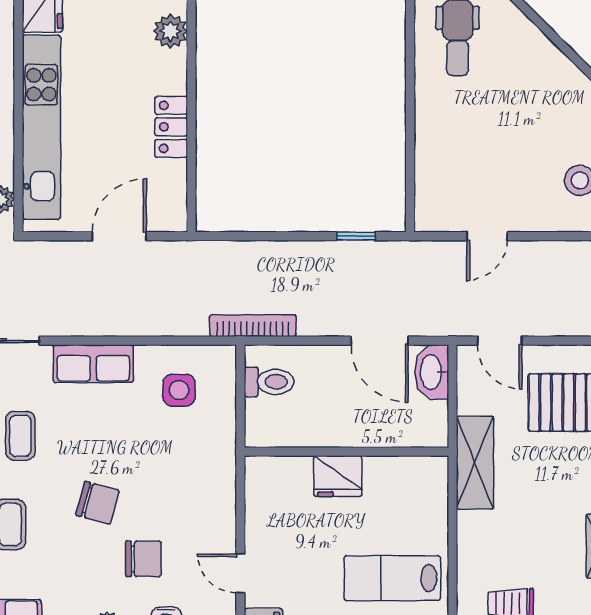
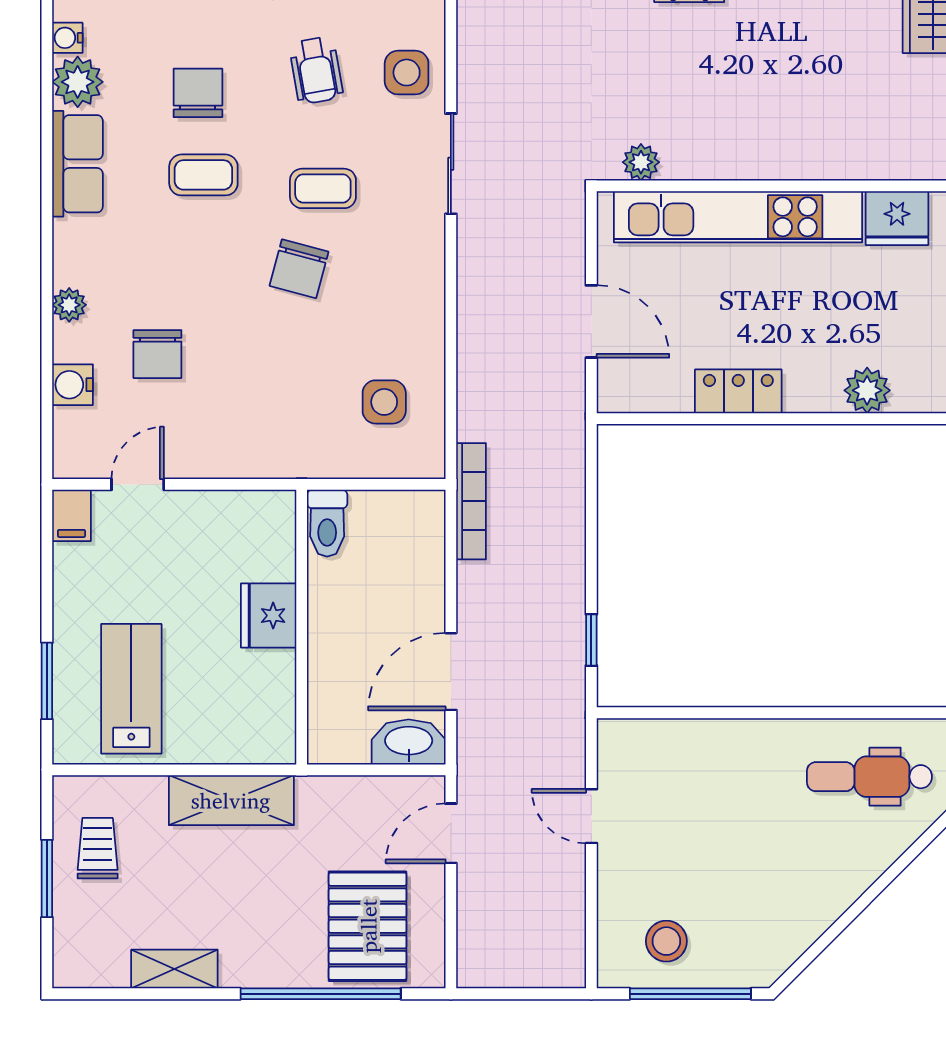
row of seats: (93, 364) -> (420, 287), removed
toilet: (269, 382) -> (327, 523), moved
shelving: (475, 463) -> (231, 800), moved
chair: (98, 503) -> (299, 269), moved

